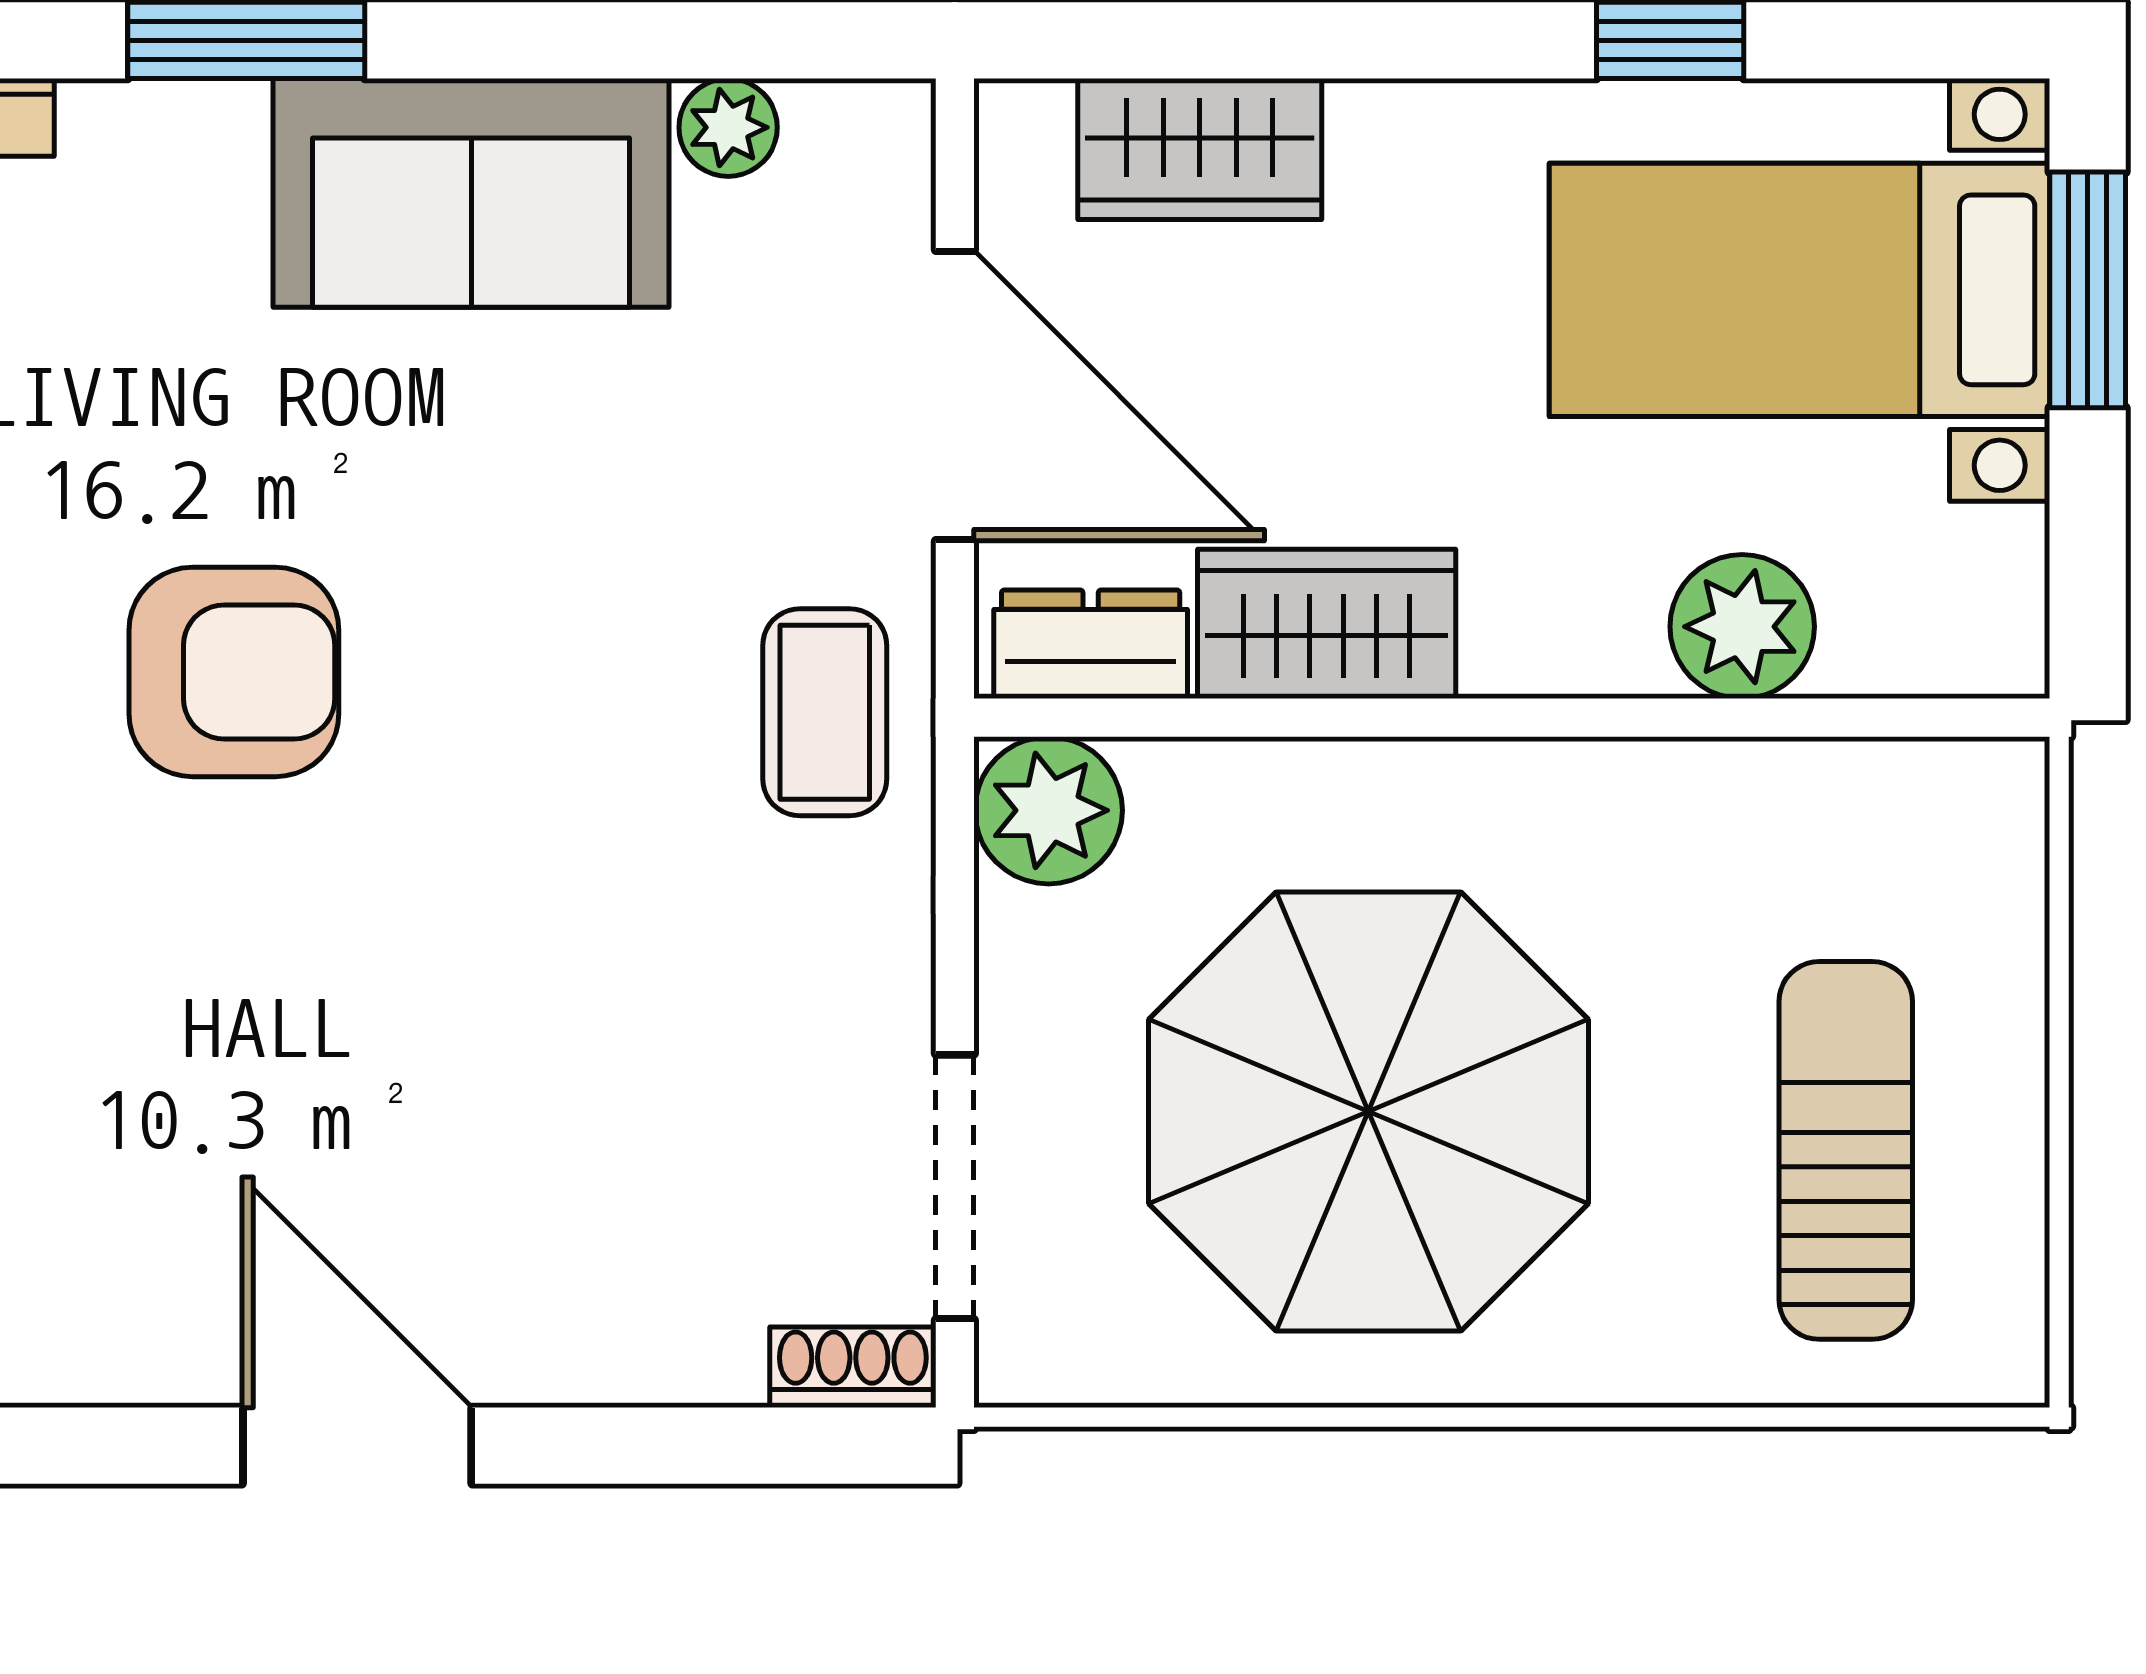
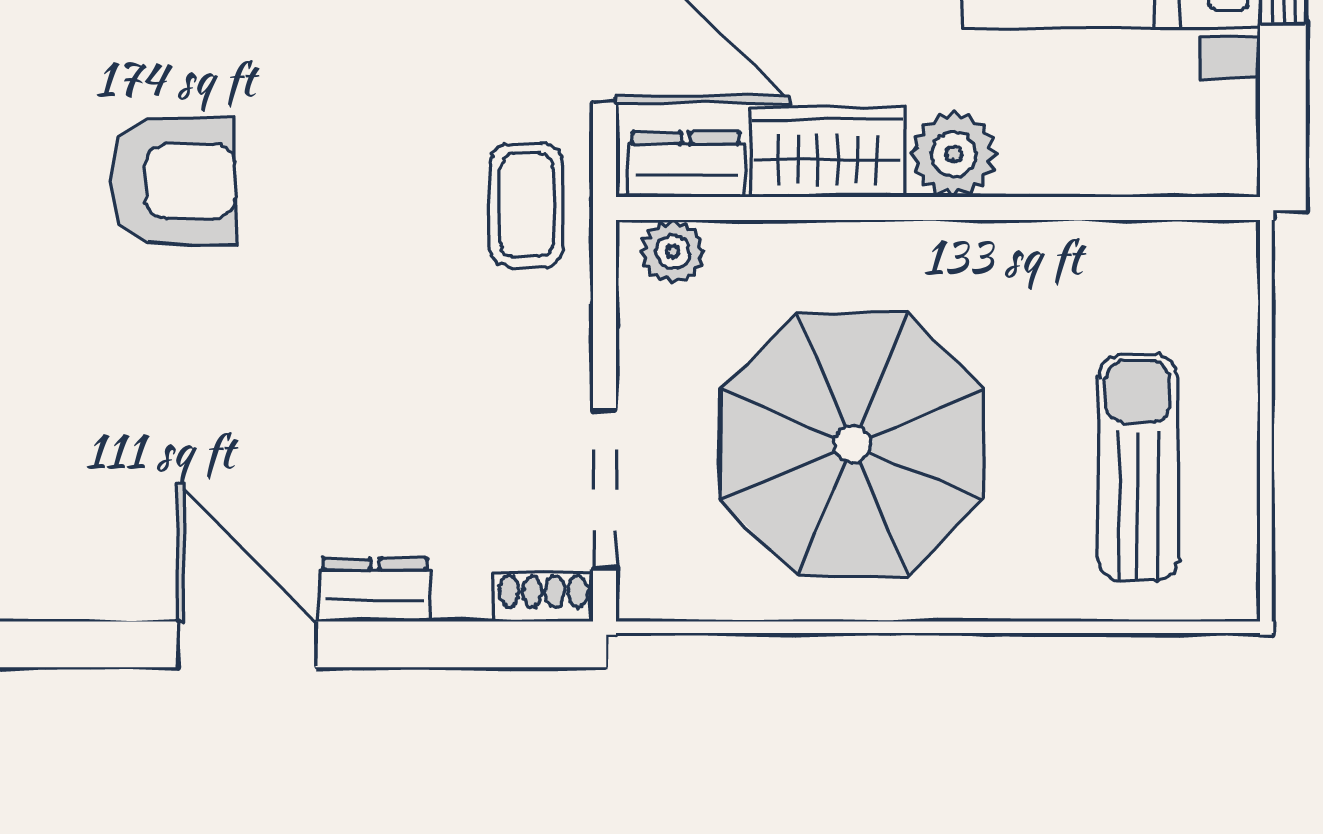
plant: (1742, 627) -> (954, 154), moved
plant: (1049, 810) -> (673, 252), width x0.73, depth x0.73
dresser: (571, 1355) -> (375, 590), added

